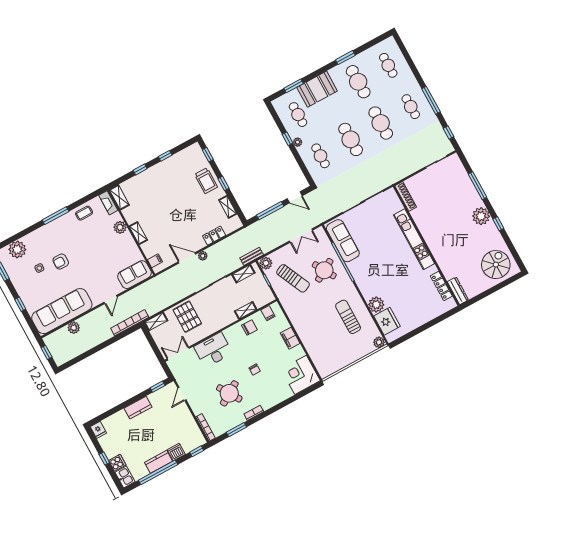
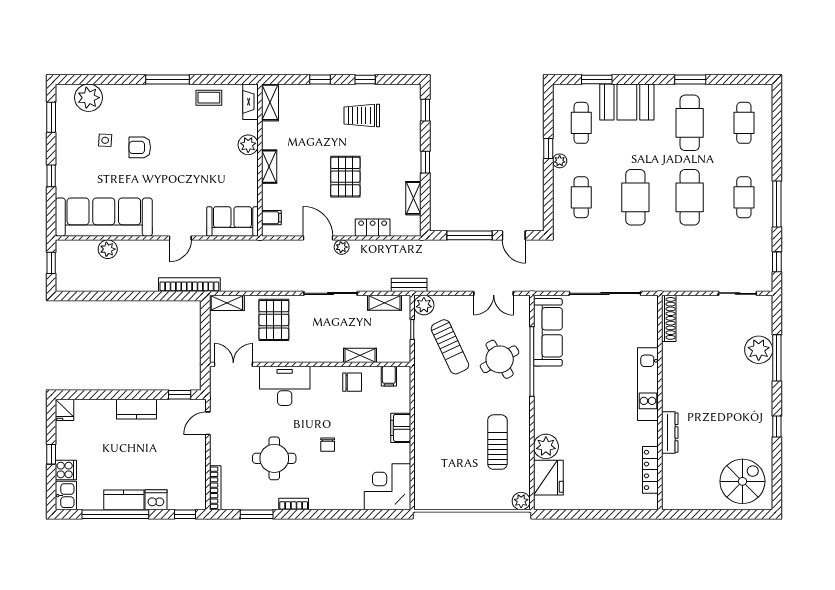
trolley: (206, 181) -> (362, 116), moved, turned 90
pallet: (184, 216) -> (345, 177), added
plant: (481, 216) -> (759, 350), moved
kitchen unit: (414, 239) -> (648, 384), width x0.73
dresser: (458, 291) -> (670, 433), moved
round table: (229, 393) -> (274, 458), turned 32

